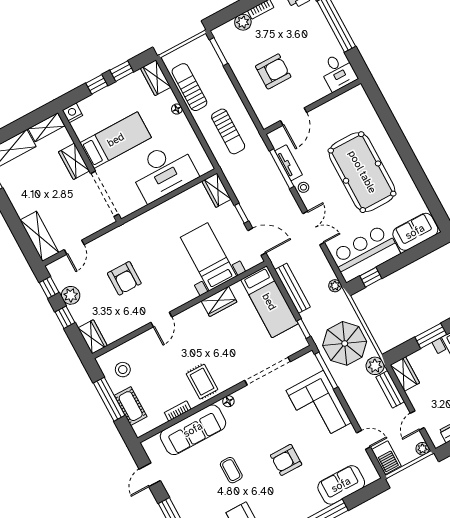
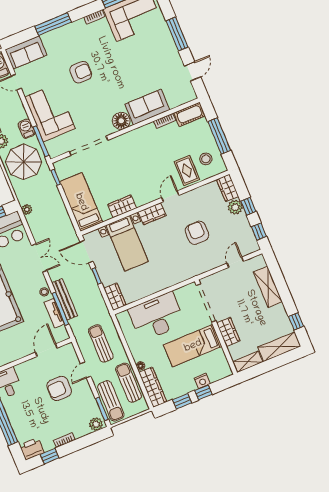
plant: (243, 22) -> (96, 424), moved
sun lounger: (209, 63) -> (111, 401), added
wardrobe: (156, 78) -> (153, 387), width x1.50
sun lounger: (189, 87) -> (128, 383), turned 180
door: (243, 97) -> (86, 370), added
nightstand: (73, 113) -> (202, 381), moved
double door: (314, 228) -> (39, 258), swing flipped
shelving: (39, 236) -> (268, 287), moved
bench: (293, 288) -> (65, 299), moved
plant: (71, 295) -> (235, 207), moved
wardrobe: (182, 296) -> (152, 214), added
rug: (202, 382) -> (187, 171), moved
barbecue: (345, 384) -> (26, 129), added
floor lamp: (228, 401) -> (121, 121), width x1.89, depth x1.89
cot: (131, 406) -> (190, 114), moved, turned 90
sofa: (193, 430) -> (147, 107), width x0.73
coffee table: (231, 470) -> (126, 68), removed
sofa: (341, 485) -> (26, 52), moved

